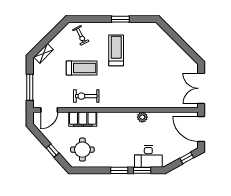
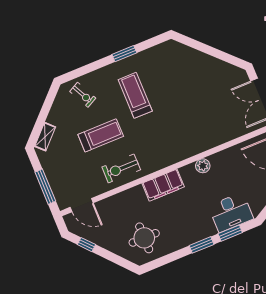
door: (49, 110) -> (82, 205), hinge flipped
filing cabinet: (83, 119) -> (163, 185), moved
window: (53, 151) -> (86, 245), moved

